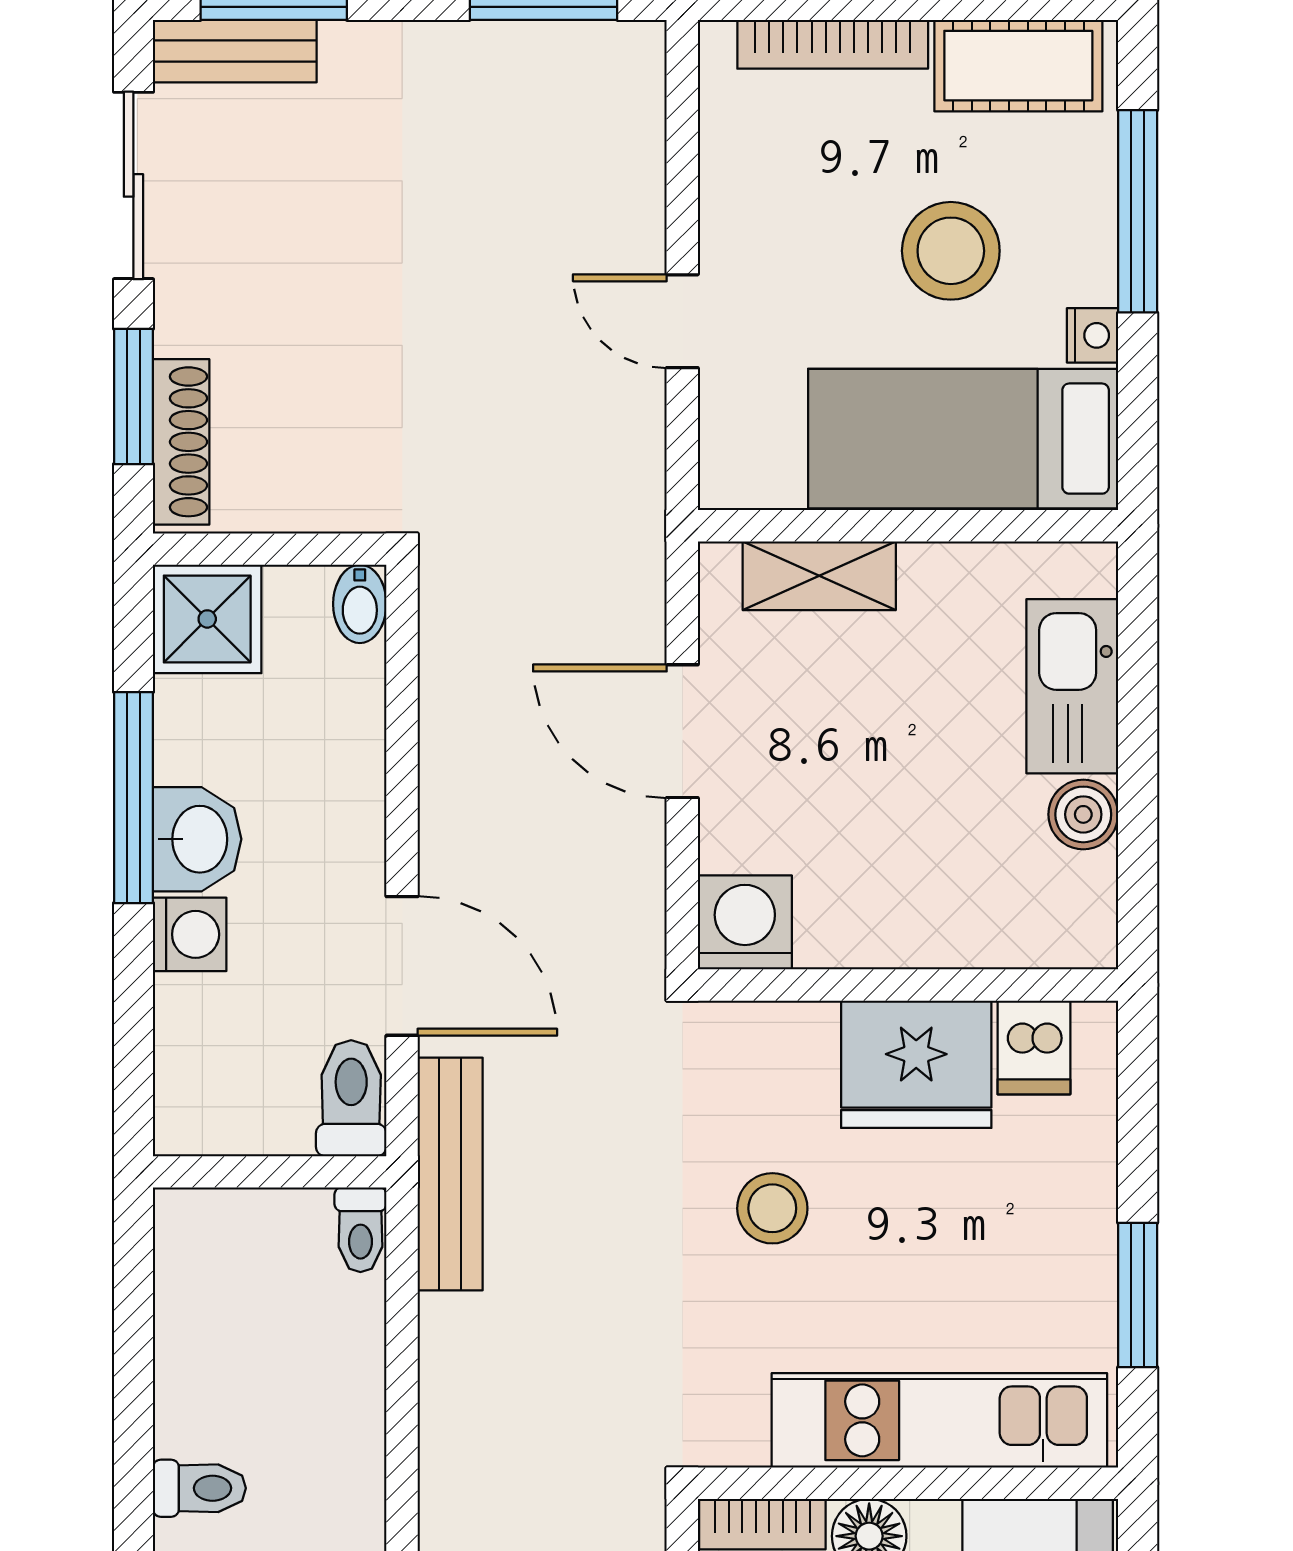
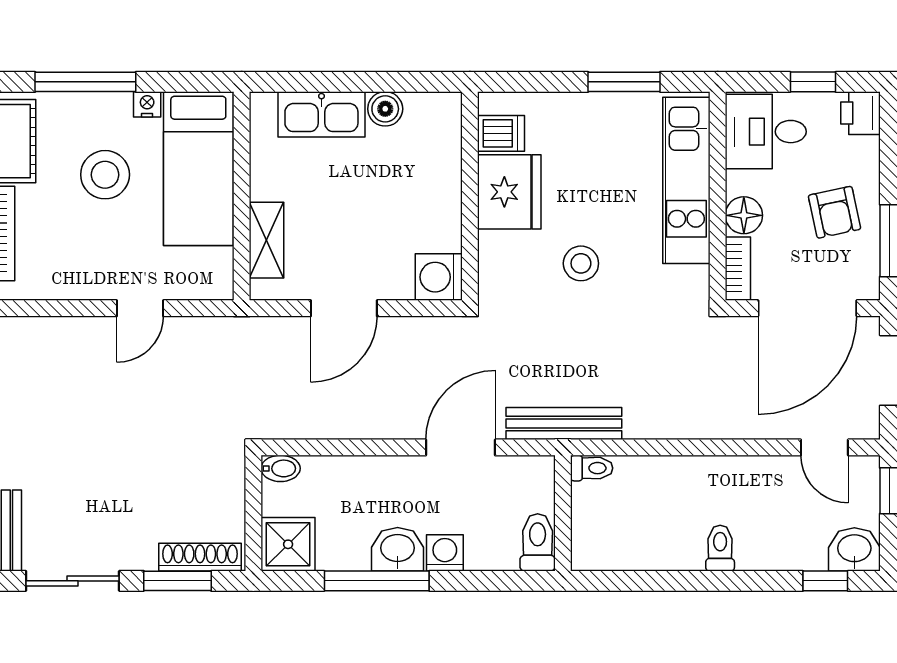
toilet: (351, 1098) -> (538, 542), moved, turned 90

